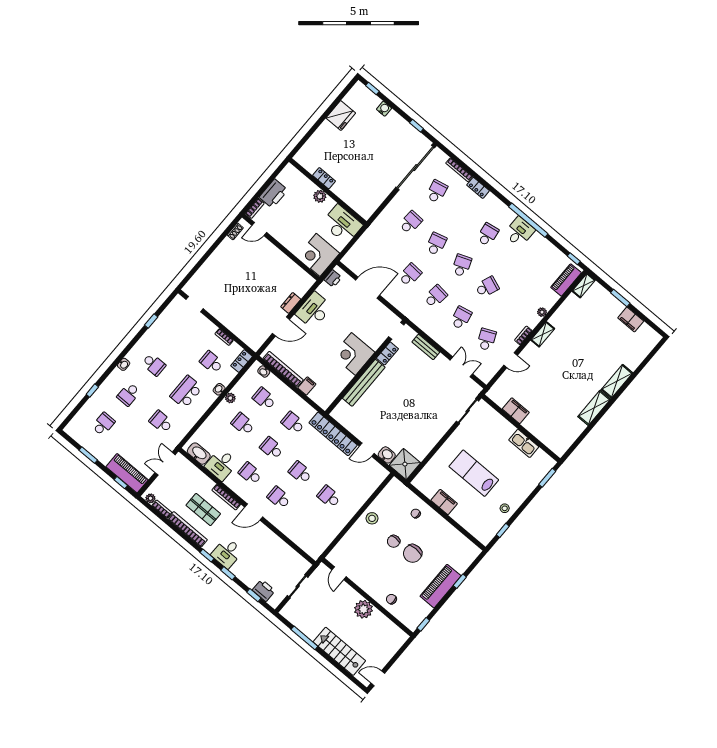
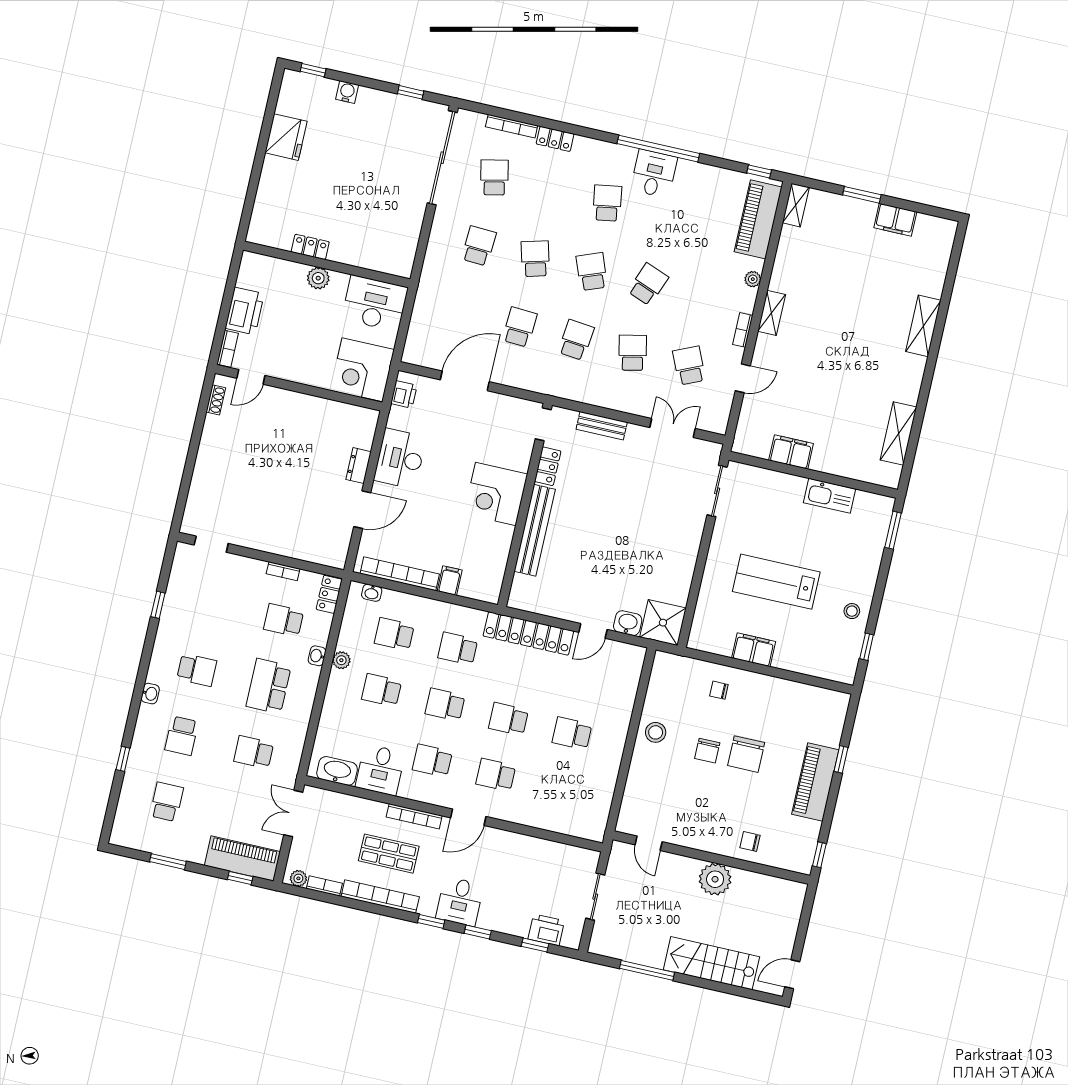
piano: (566, 280) -> (758, 219), width x1.37, depth x1.33
shelving: (594, 408) -> (898, 434), moved

